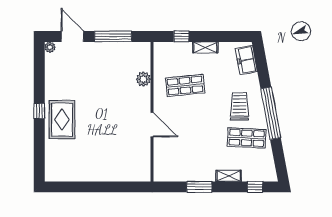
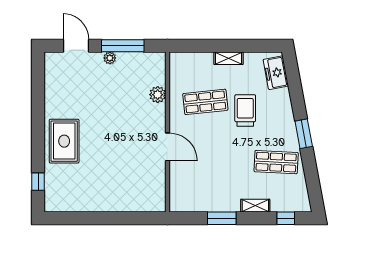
window: (181, 36) -> (201, 46), removed
plant: (50, 47) -> (110, 58), moved
trolley: (239, 106) -> (245, 110), moved
window: (39, 111) -> (38, 182), moved
window: (271, 113) -> (304, 134), width x0.47

